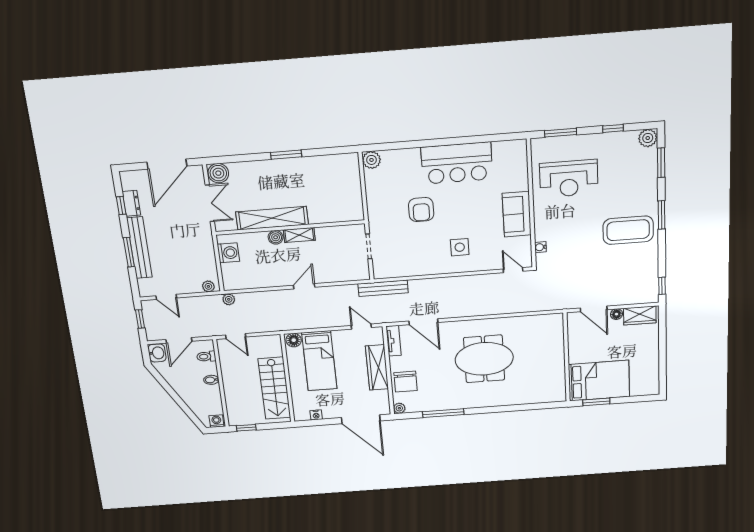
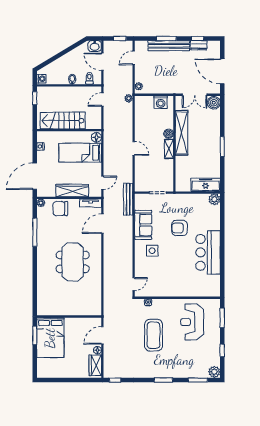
freezer: (350, 175) -> (206, 185), added
sofa: (517, 214) -> (143, 225), moved, turned 90
coffee table: (628, 230) -> (154, 335), moved

